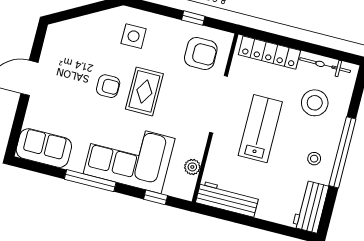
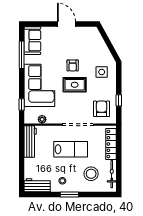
armchair: (201, 53) -> (102, 109), turned 180
window: (342, 152) -> (69, 195), width x0.47
window: (90, 181) -> (22, 55), moved

